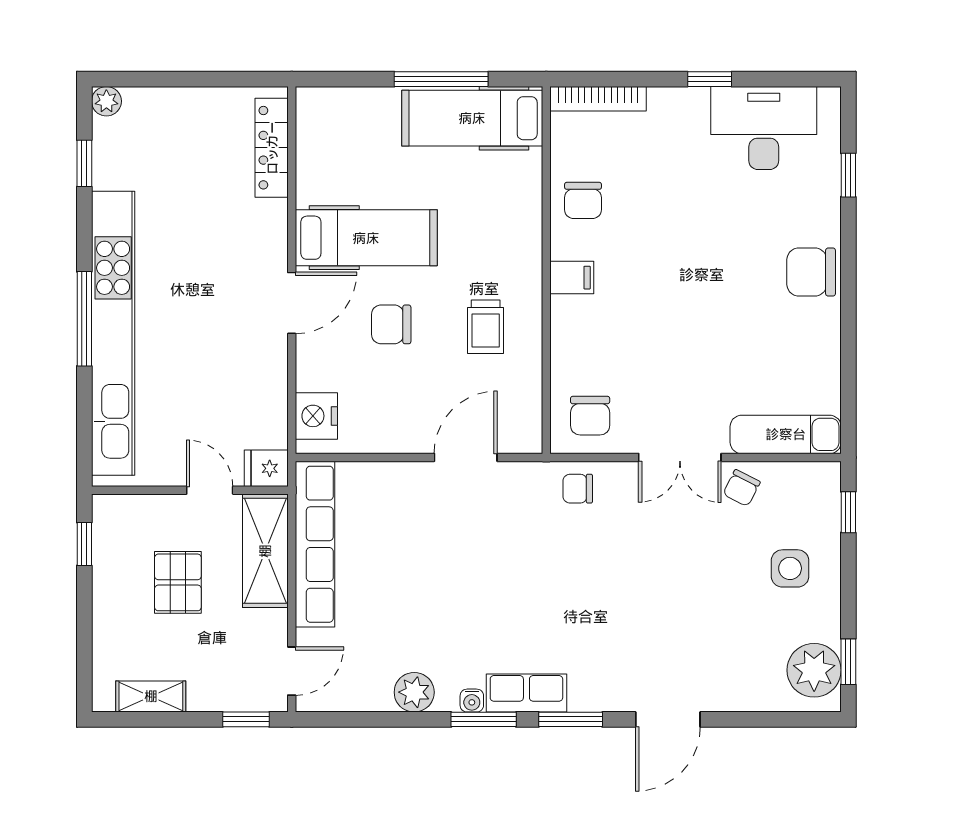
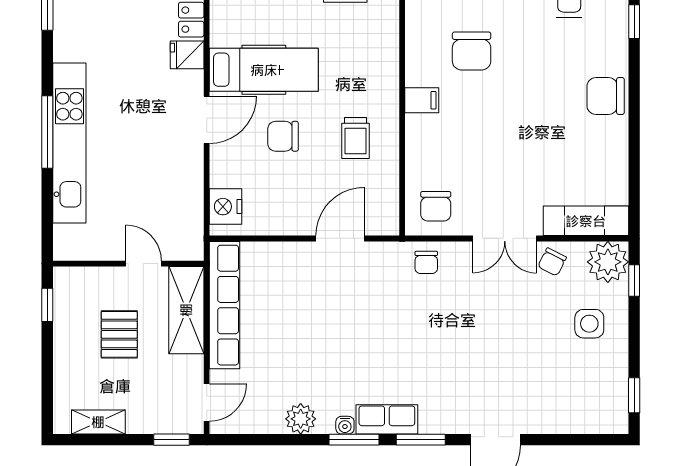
chair: (583, 200) -> (472, 51), moved, width x1.37, depth x1.37
kitchen unit: (113, 333) -> (69, 143), width x0.73
fridge: (266, 468) -> (187, 55), moved
chair: (578, 489) -> (426, 262), turned -90
plant: (814, 670) -> (608, 262), moved

